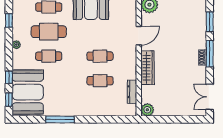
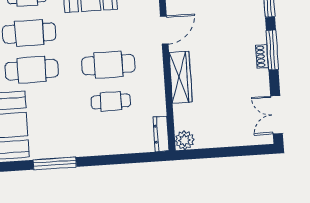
cafe table: (49, 56) -> (32, 70), width x1.37, depth x1.35
cafe table: (100, 56) -> (108, 65), width x1.37, depth x1.35
dresser: (132, 92) -> (161, 134), moved

